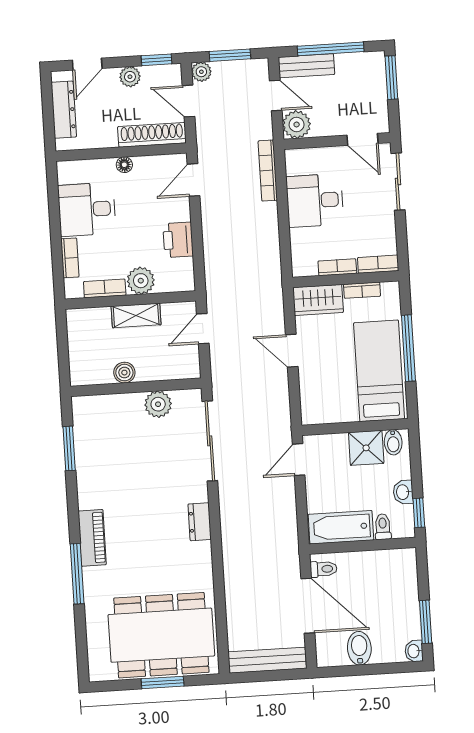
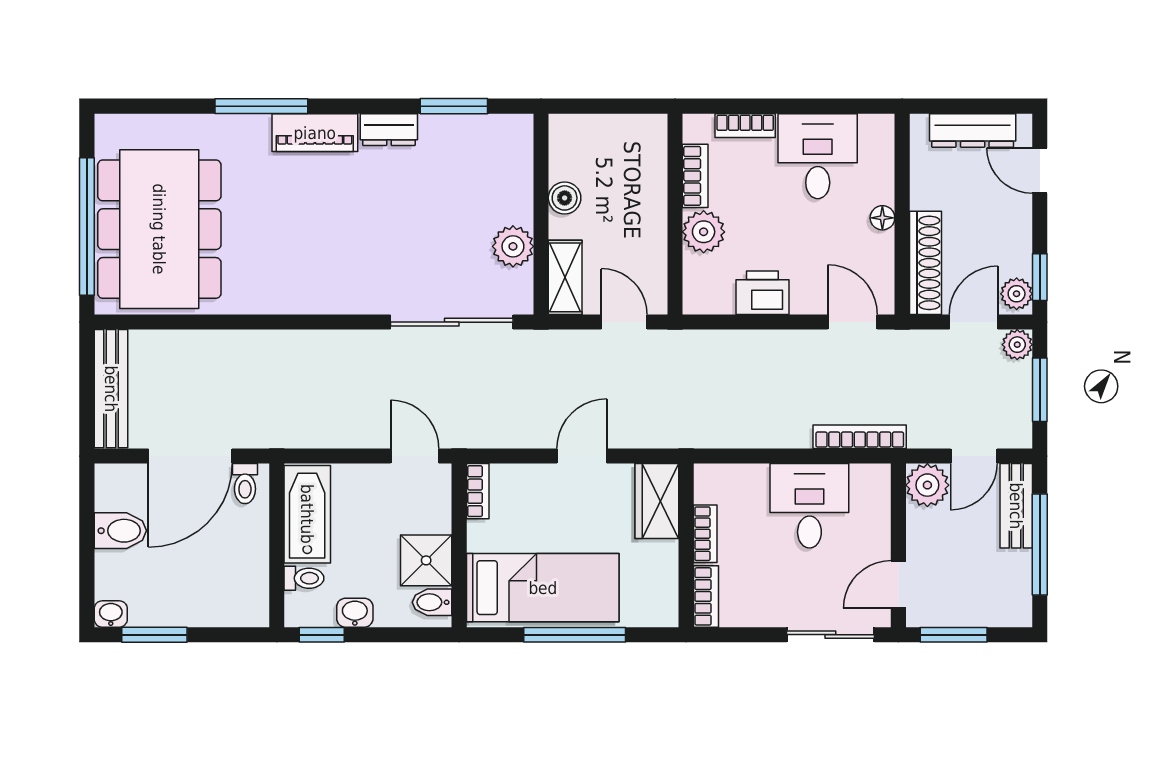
plant: (130, 77) -> (1017, 294), moved
window: (391, 78) -> (954, 635), moved
bookcase: (362, 290) -> (478, 491), moved, turned 180
shelving: (136, 315) -> (565, 277), moved
dresser: (200, 522) -> (389, 130), moved, turned 180
window: (163, 682) -> (87, 227), width x2.11

